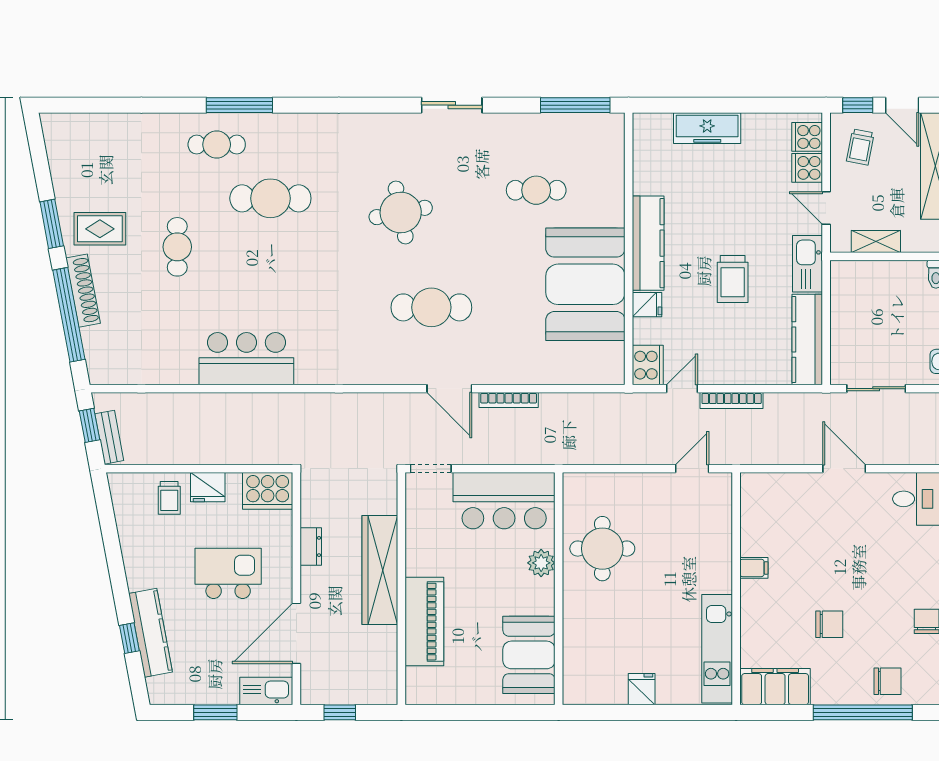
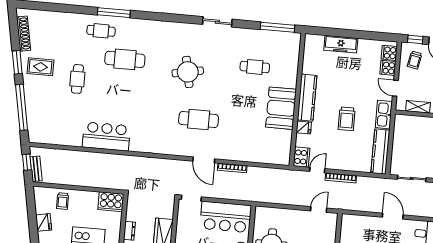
booth: (585, 284) -> (281, 108), width x0.73, depth x0.70
shoe rack: (83, 291) -> (24, 34), moved
fridge: (208, 487) -> (44, 222), moved, turned -101

